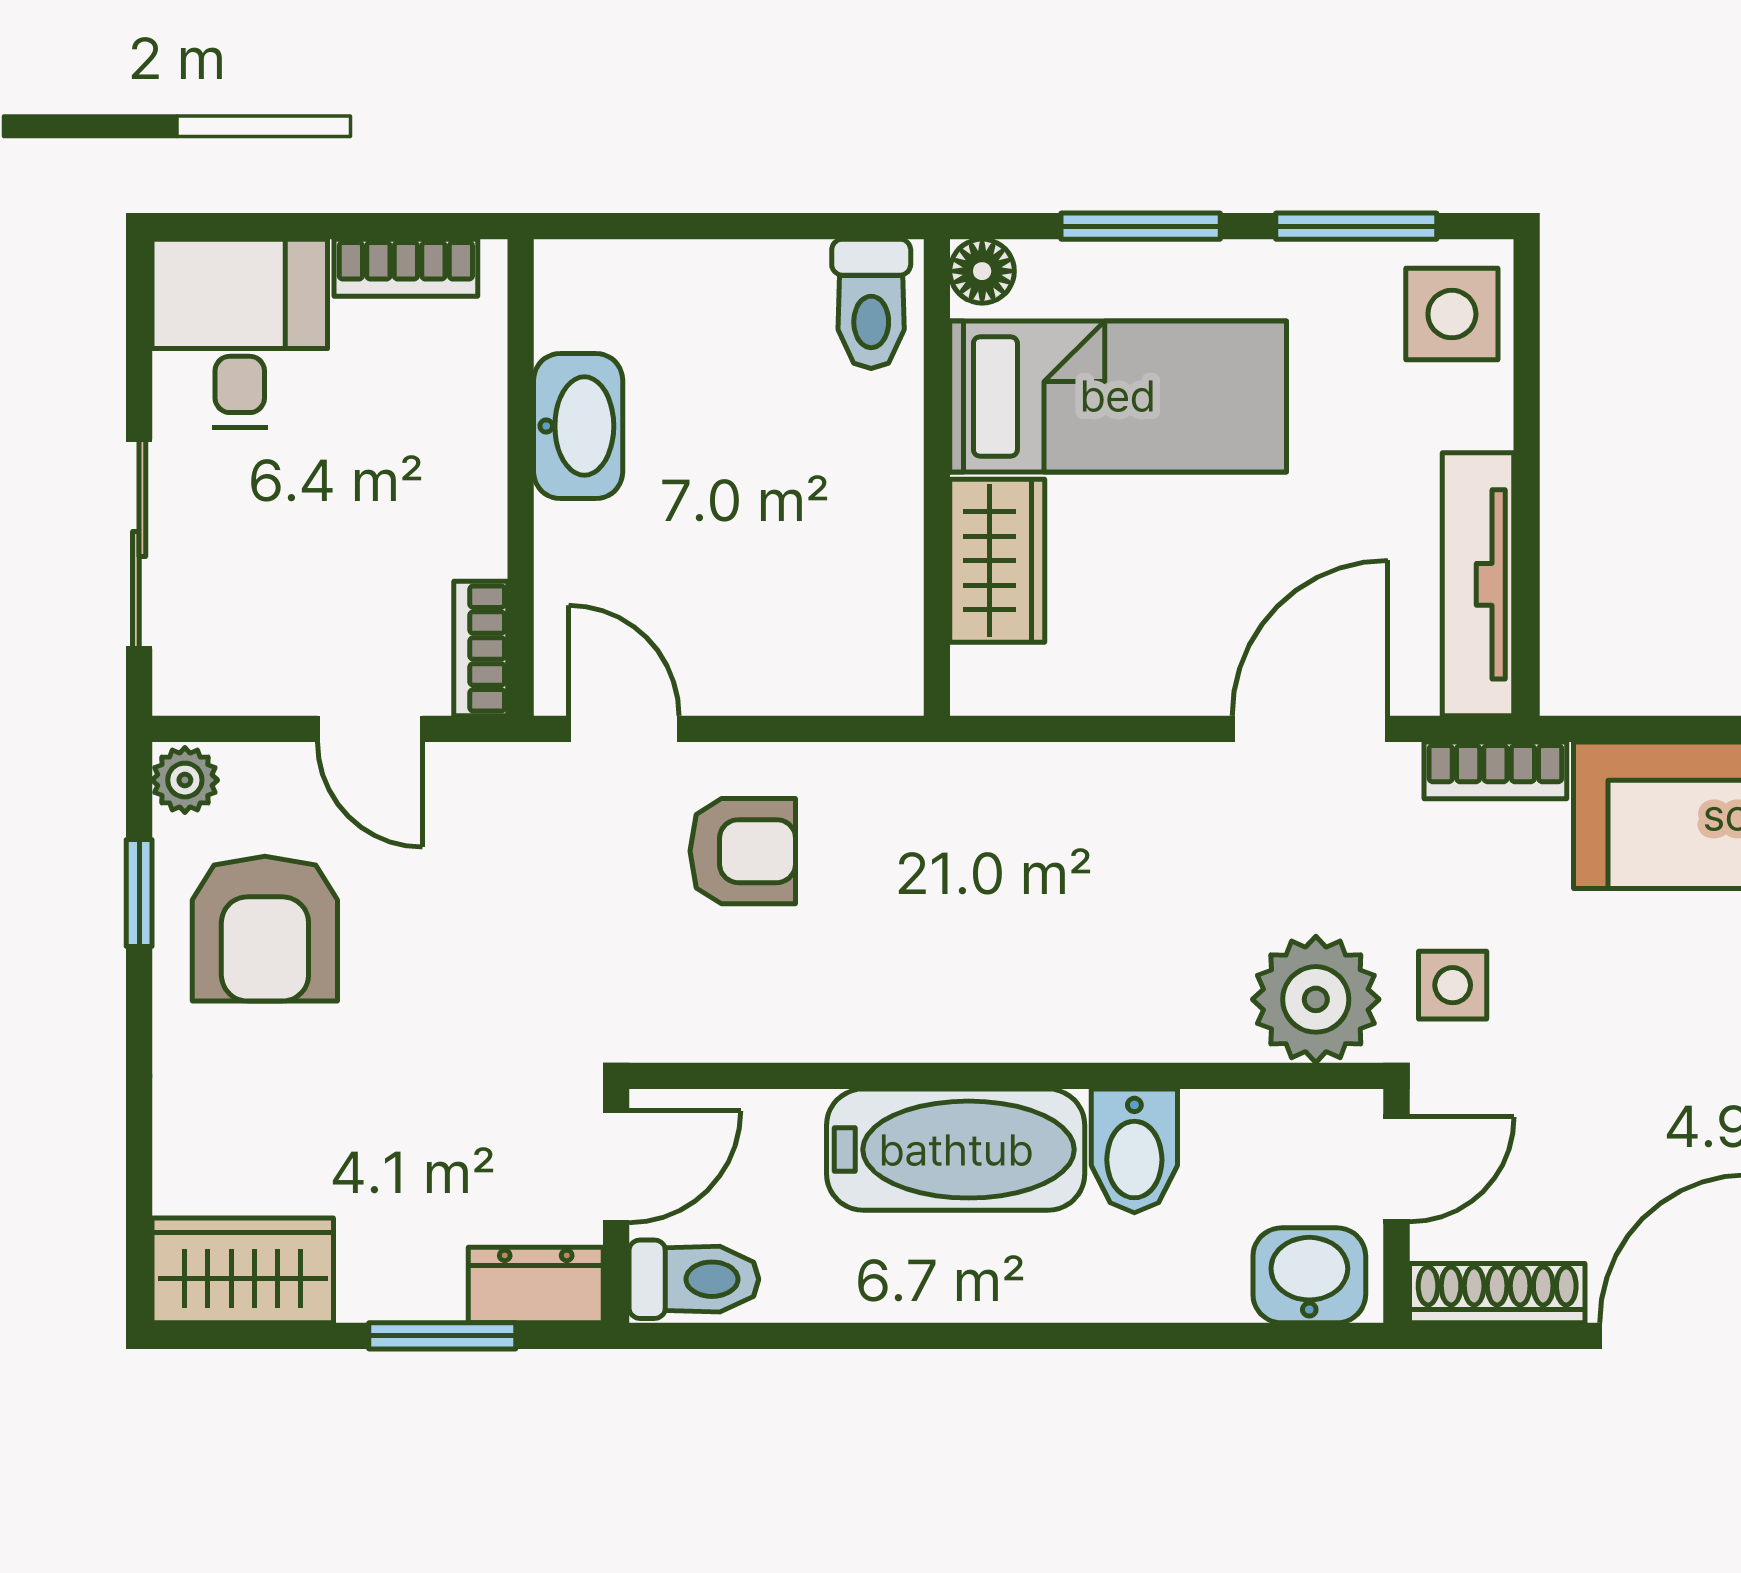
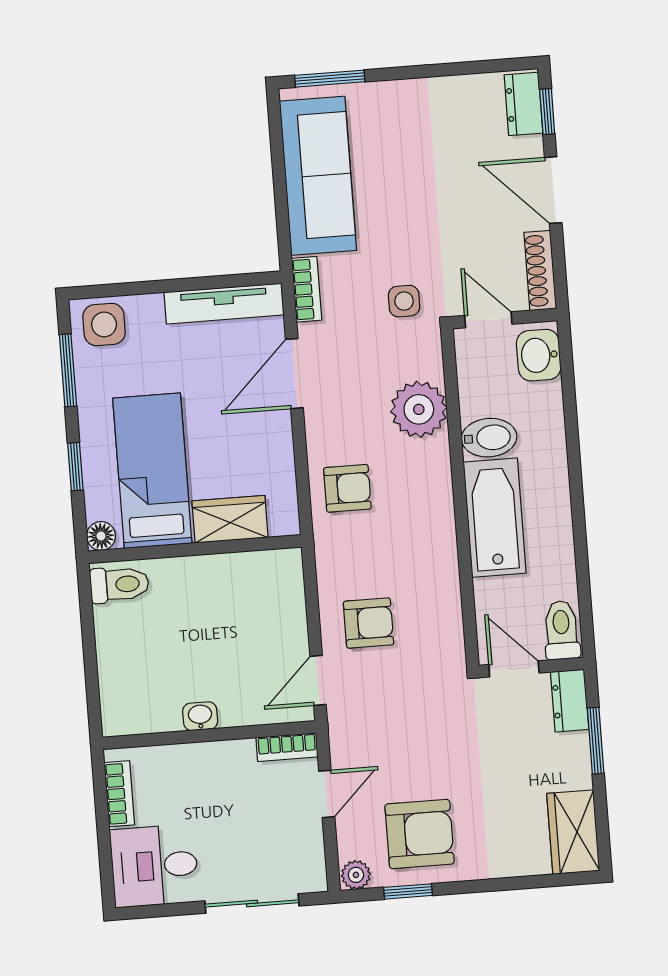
window: (1141, 226) -> (75, 467), width x0.67
washbasin: (578, 426) -> (200, 716), width x0.52, depth x0.69
door: (1310, 729) -> (294, 374), hinge flipped
armchair: (1046, 827) -> (347, 488), added
armchair: (743, 851) -> (369, 623), turned 90
plant: (1316, 999) -> (419, 409), moved

